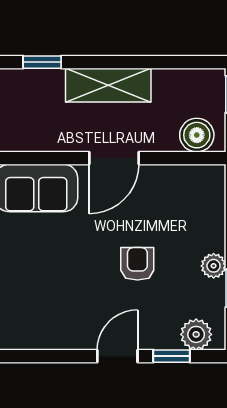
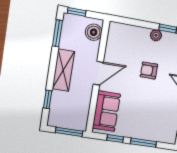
window: (181, 62) -> (57, 33), added
door: (114, 158) -> (98, 73), hinge flipped

